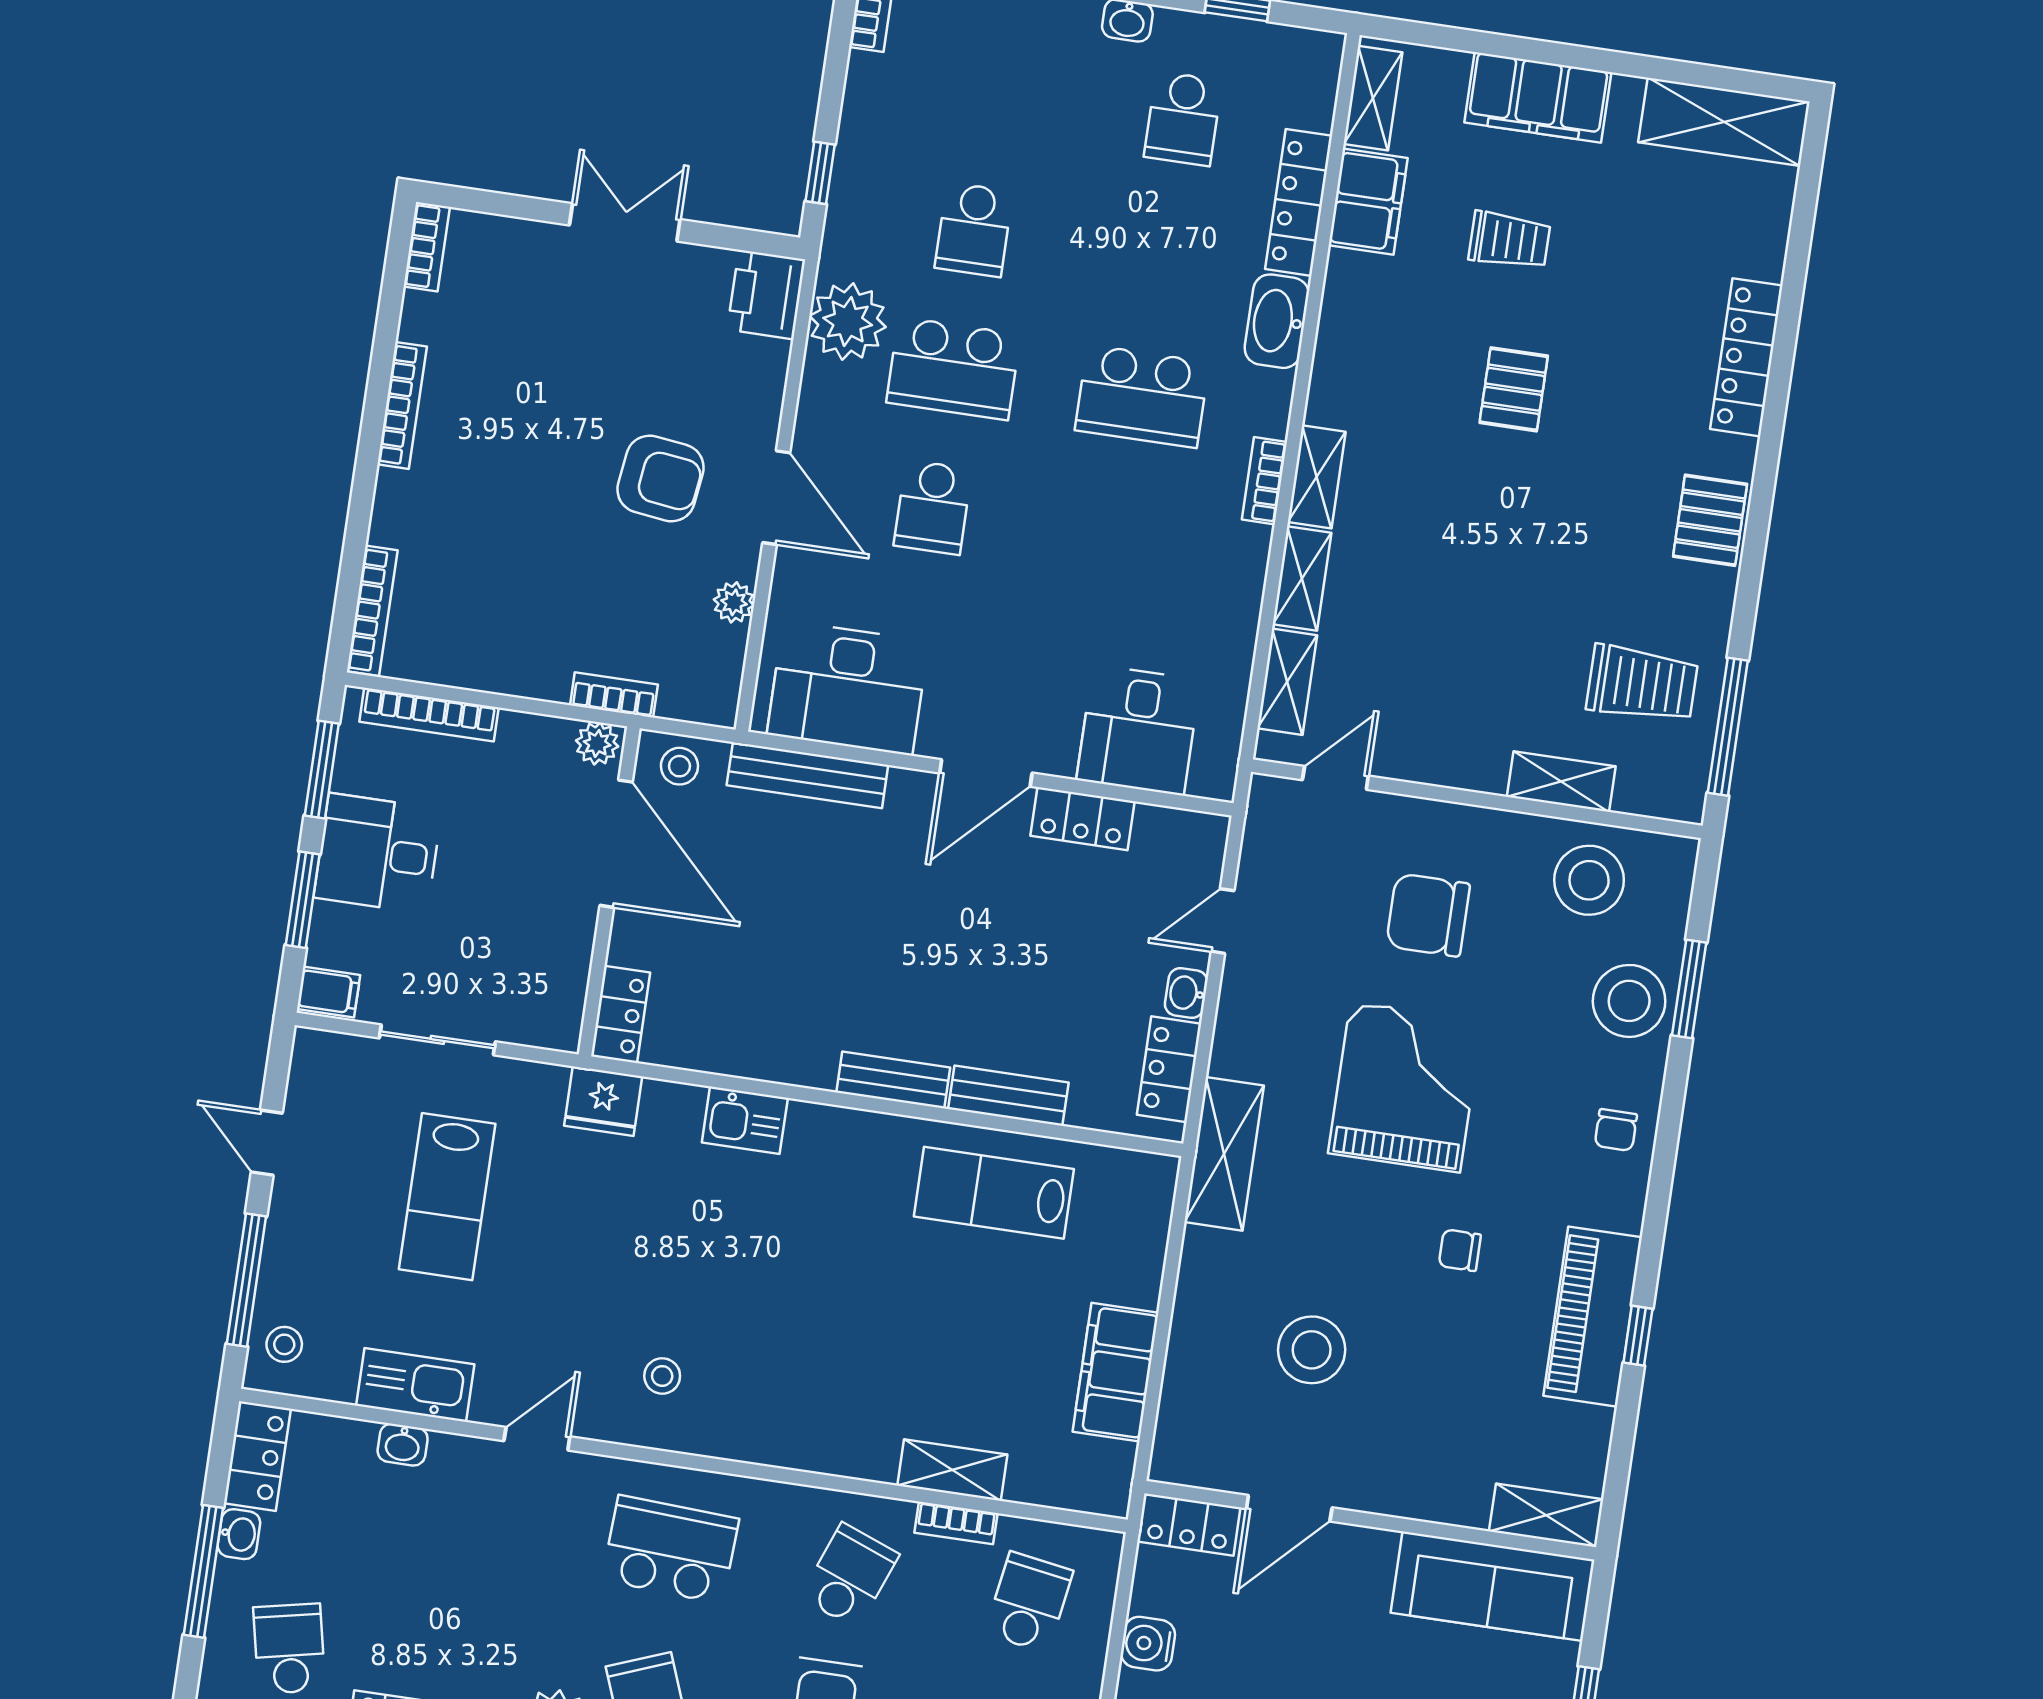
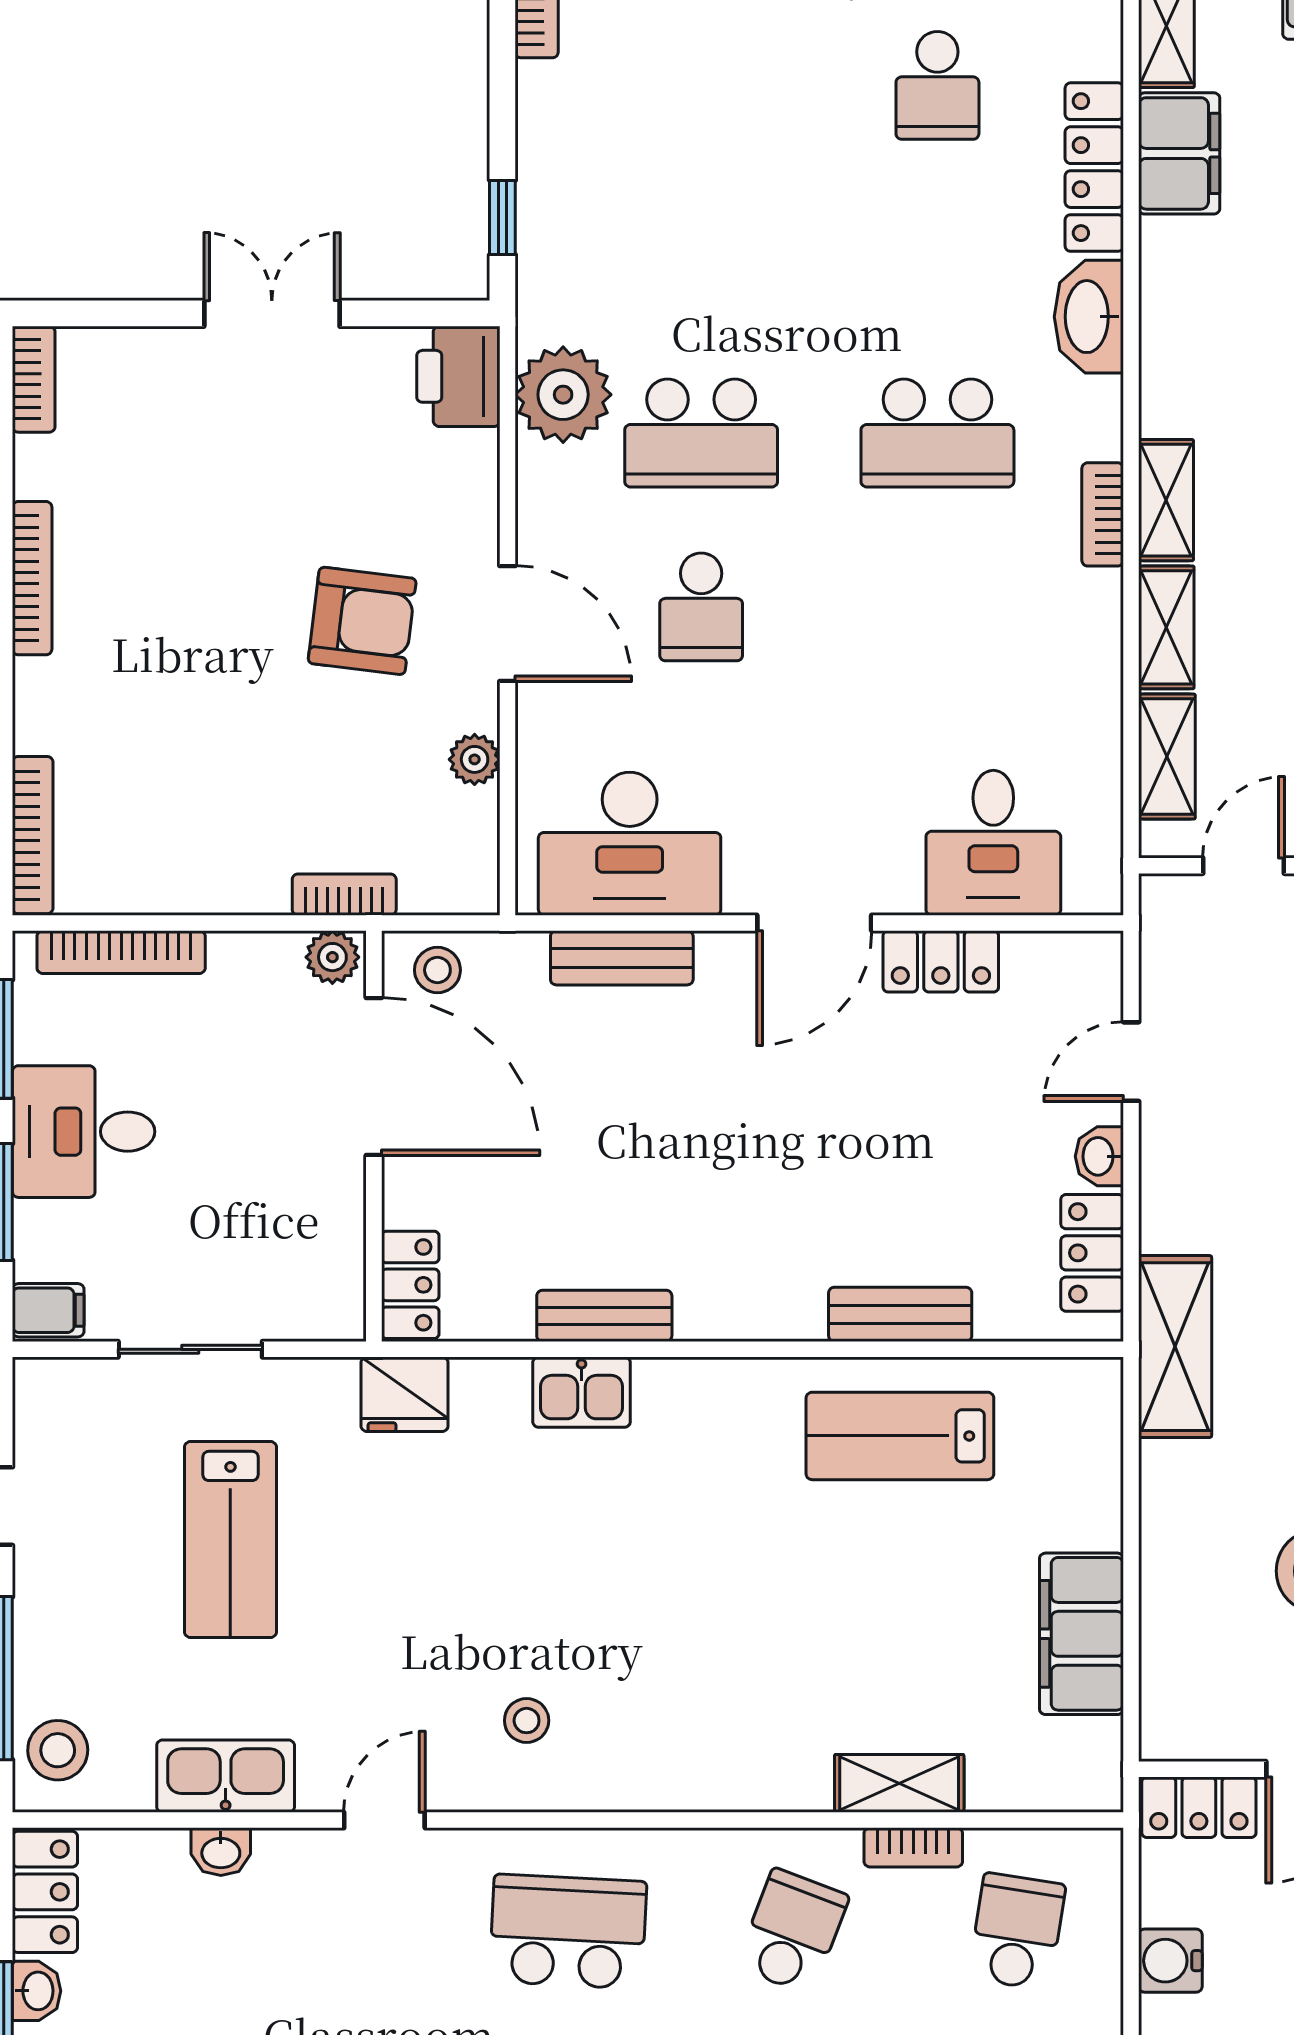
school desk: (974, 230) -> (701, 259), removed
bench: (807, 775) -> (622, 958), width x0.73
bench: (893, 1080) -> (604, 1316), moved
stool: (284, 1344) -> (58, 1750), width x1.37, depth x1.37

